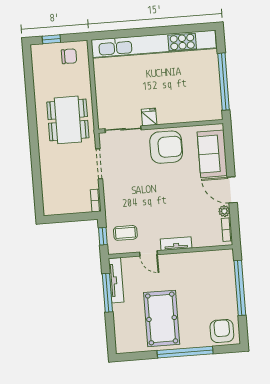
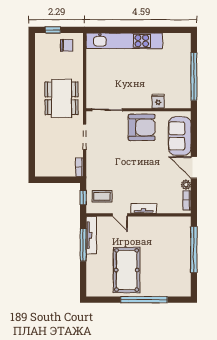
kitchen unit: (154, 44) -> (124, 41), width x0.73
fridge: (149, 117) -> (158, 101), moved
armchair: (222, 331) -> (176, 284), removed

